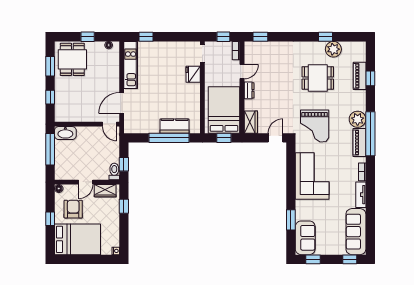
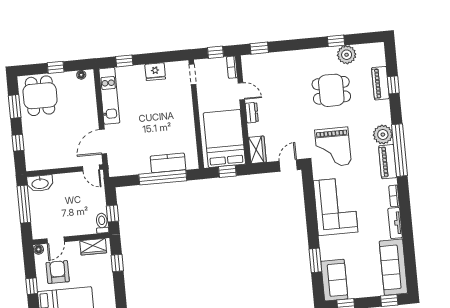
door: (242, 72) -> (241, 91), hinge flipped
fridge: (193, 74) -> (155, 72), moved, turned -90
door: (86, 182) -> (56, 240), moved

